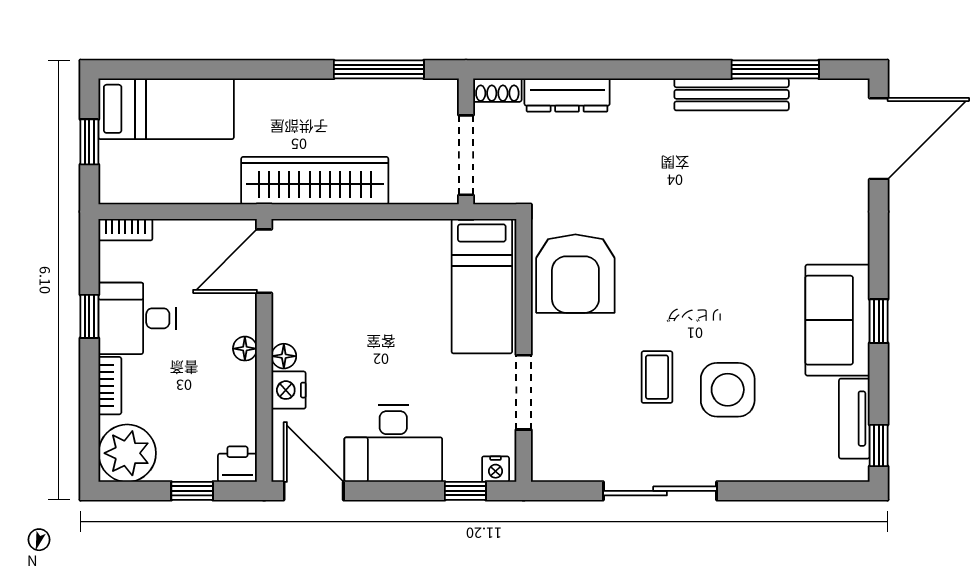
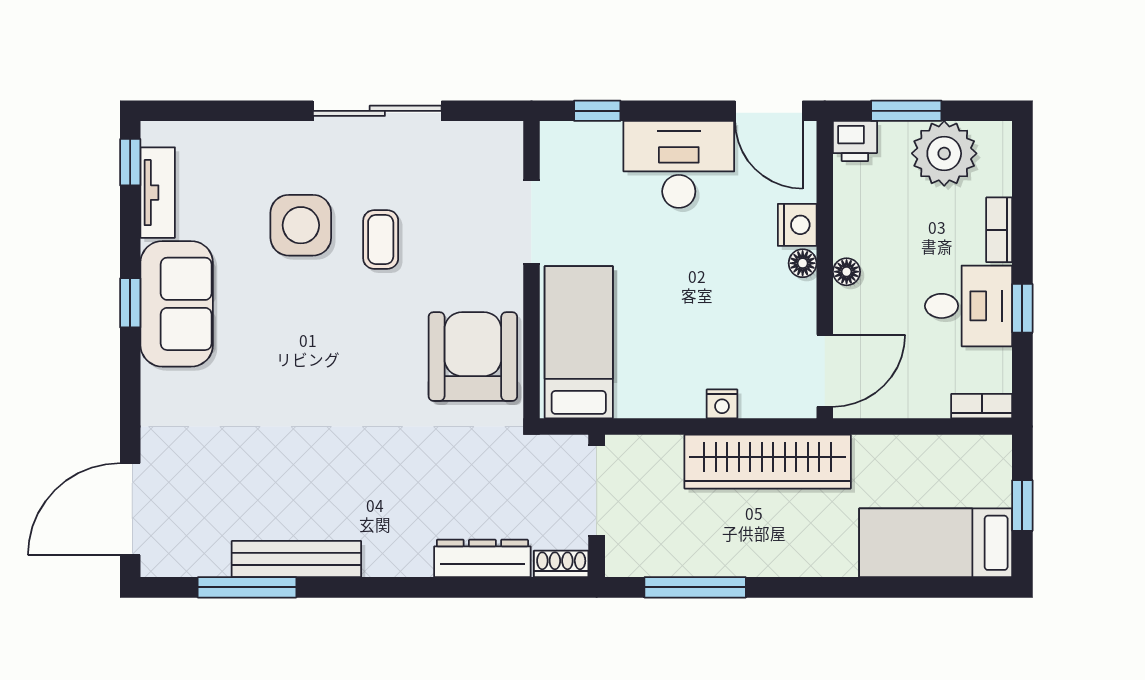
plant: (127, 453) -> (944, 153), moved
nightstand: (496, 469) -> (722, 404), moved, turned 180
window: (192, 491) -> (906, 111), width x1.50

